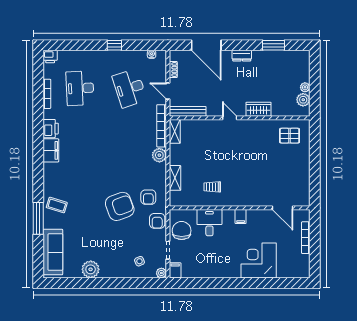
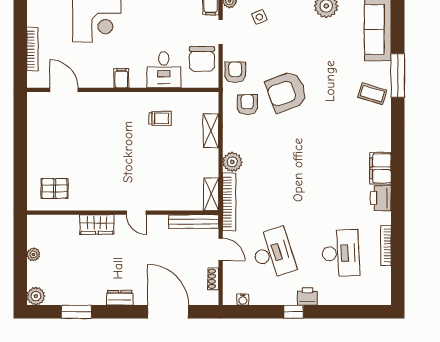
printer: (50, 57) -> (307, 296), moved
plant: (303, 100) -> (36, 296), moved

